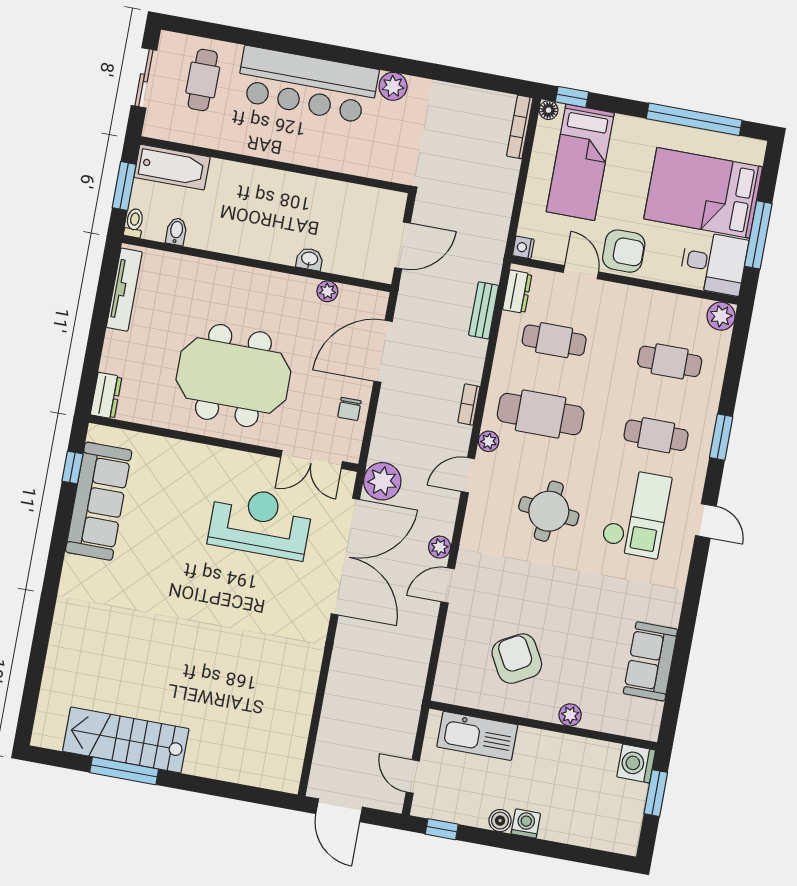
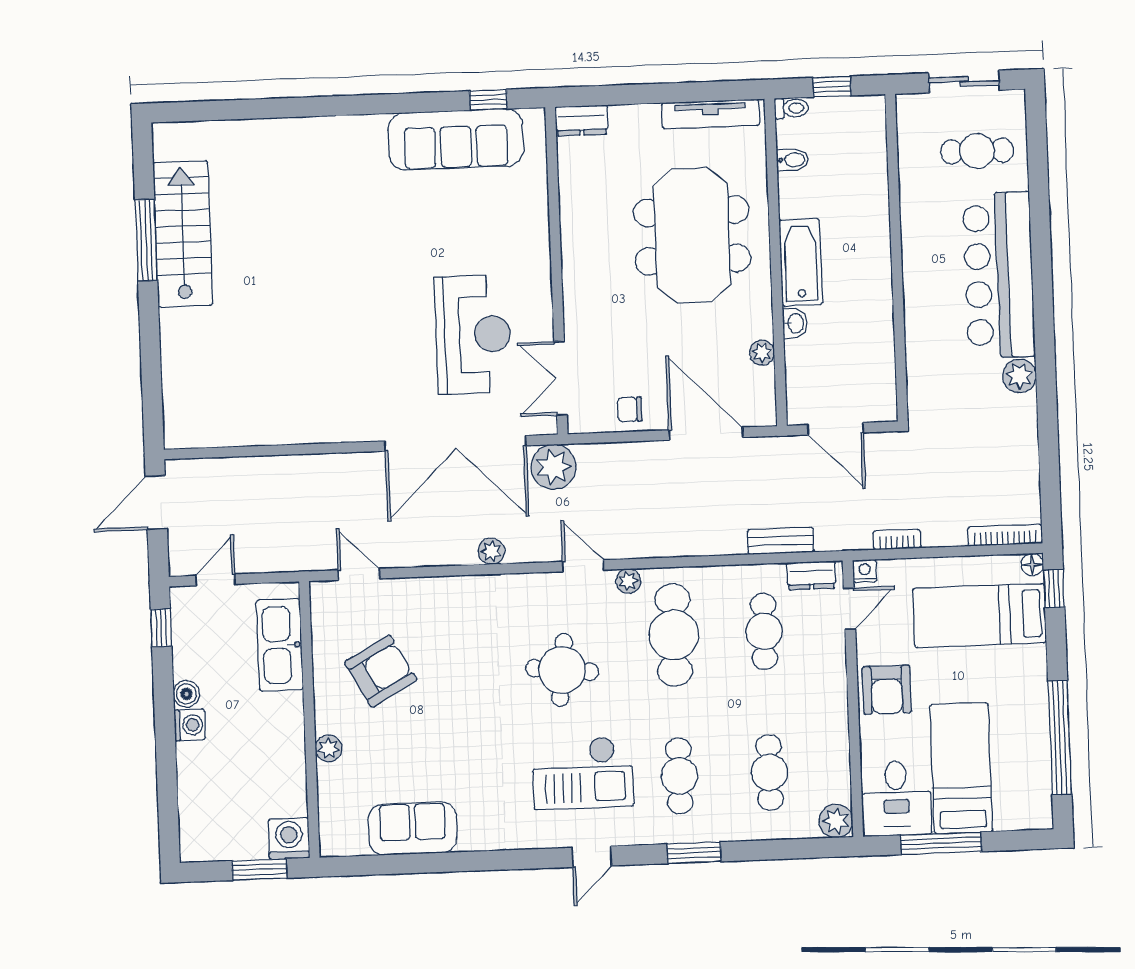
bathtub: (172, 167) -> (801, 262), moved, turned 180
window: (124, 186) -> (832, 87), width x0.67
bed: (703, 193) -> (961, 768), width x0.67
door: (581, 272) -> (849, 609), moved
meeting table: (233, 376) -> (692, 235), moved
bookcase: (469, 404) -> (897, 539), moved
door: (448, 585) -> (359, 574), moved

